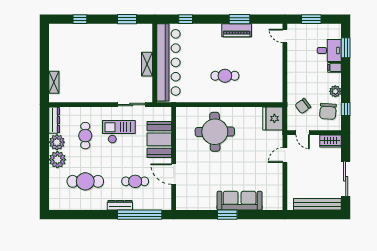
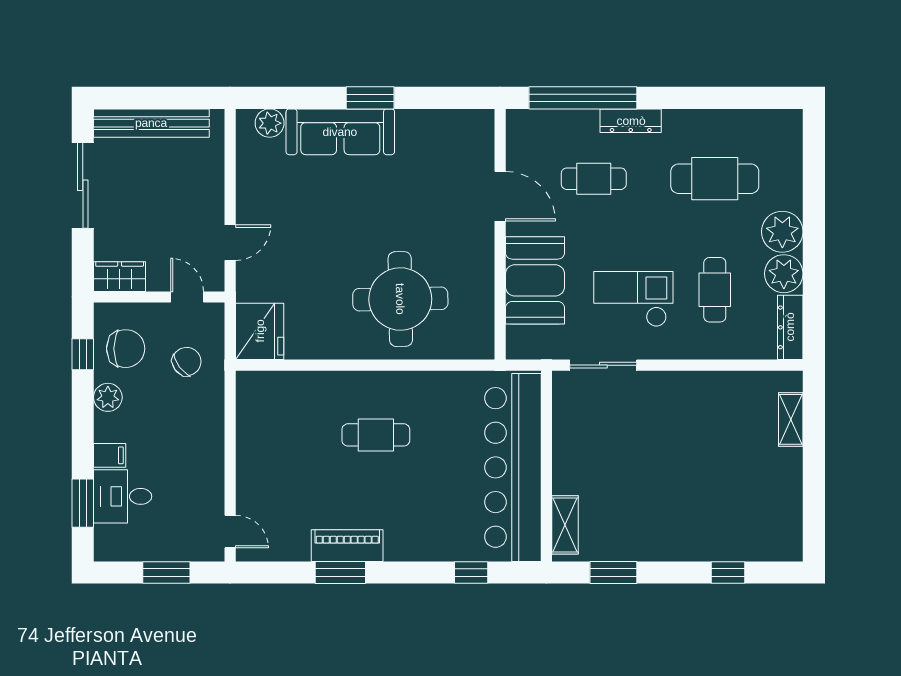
shelving: (147, 64) -> (565, 525), moved
chair: (328, 111) -> (126, 349), turned 86
checkout: (119, 132) -> (633, 299), turned 180
plant: (269, 204) -> (270, 123), added

